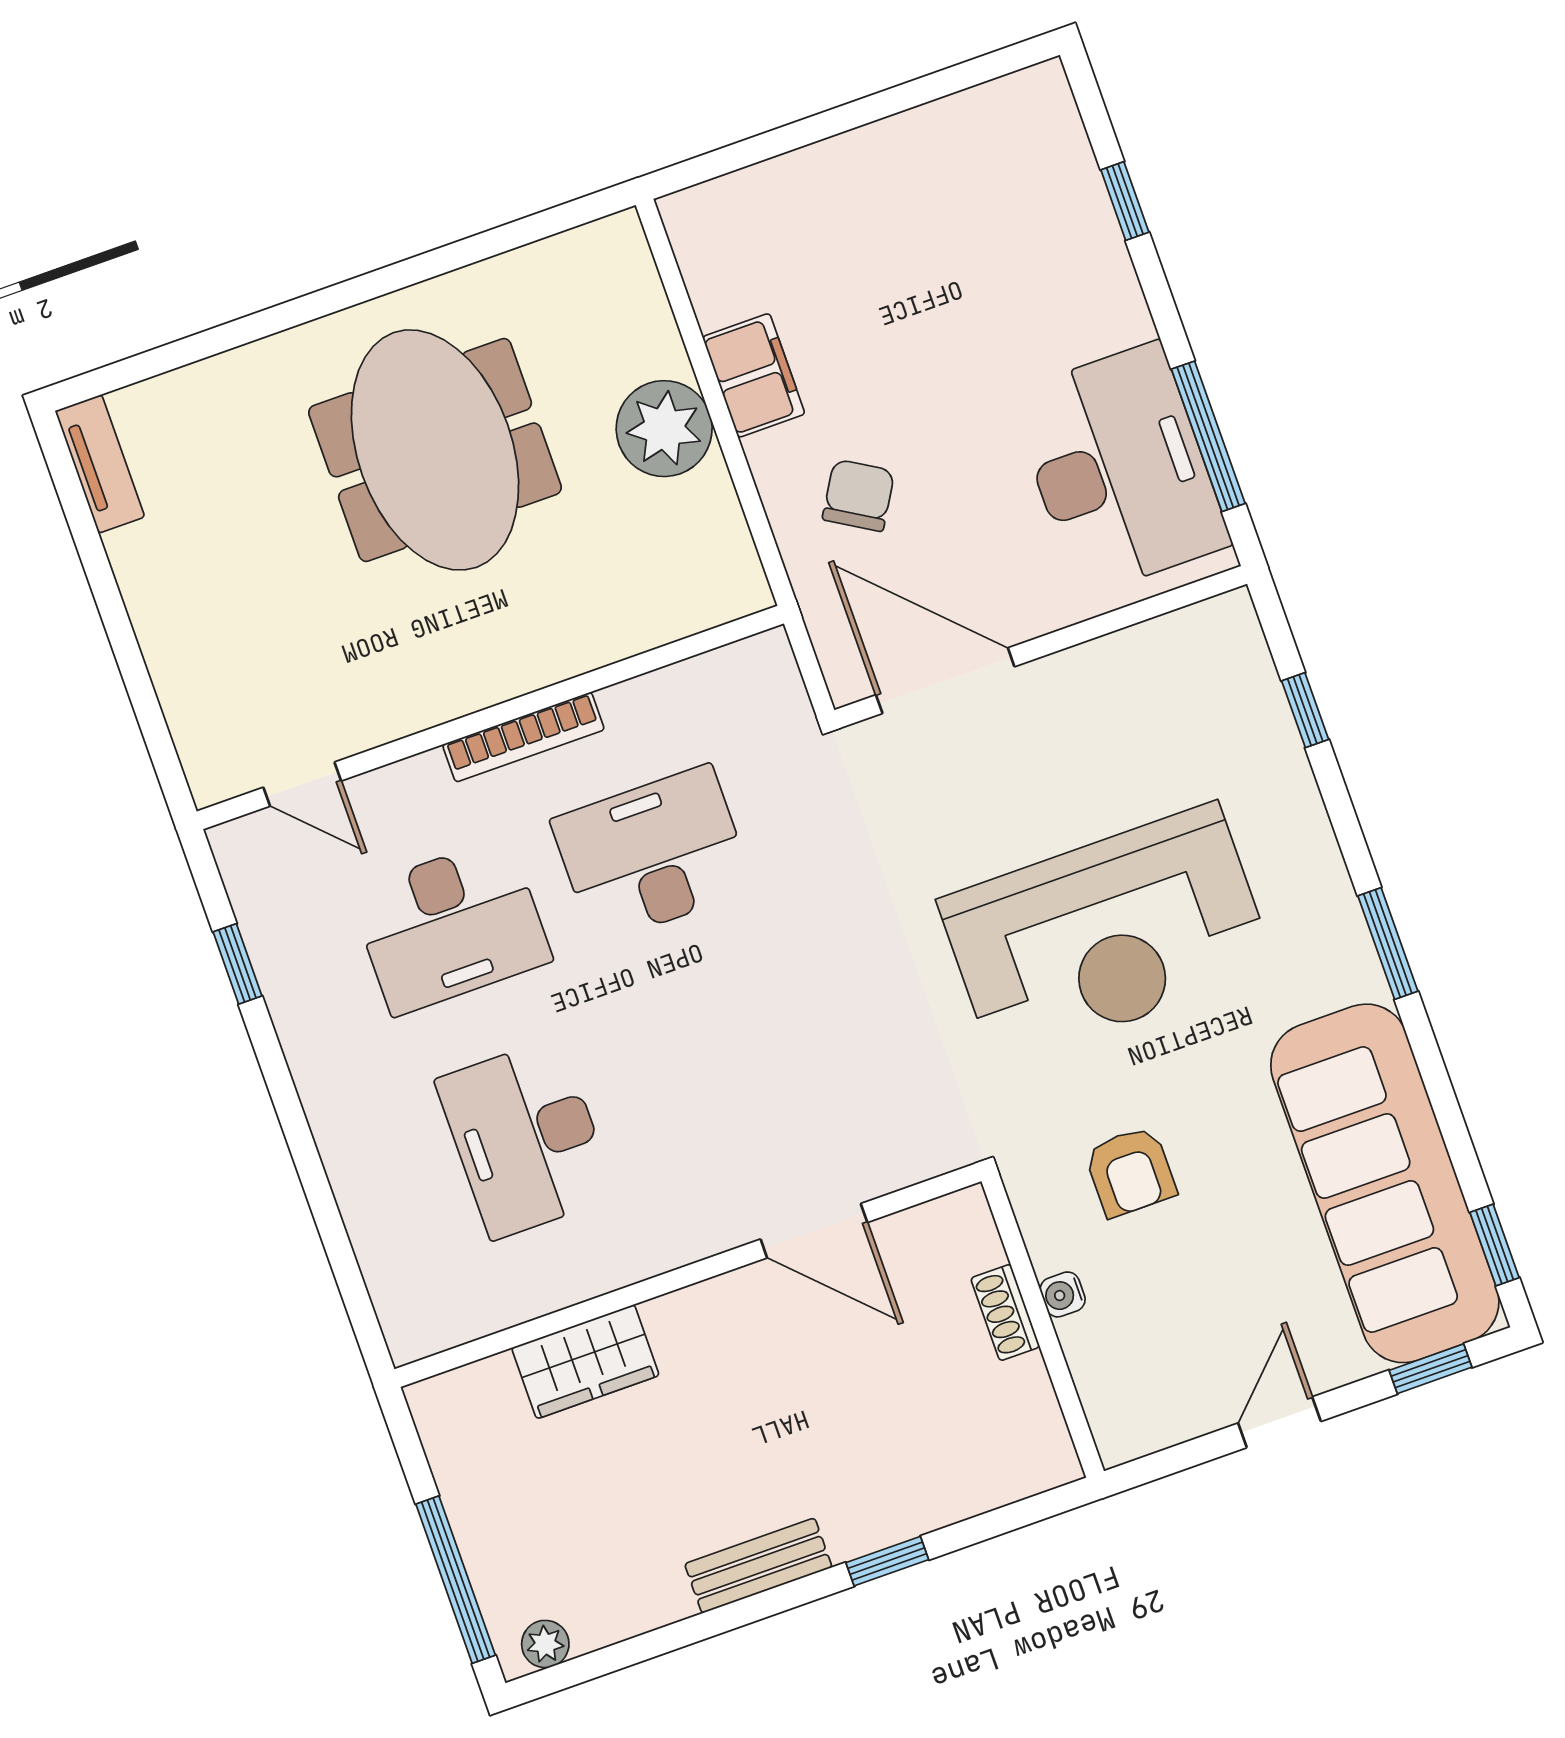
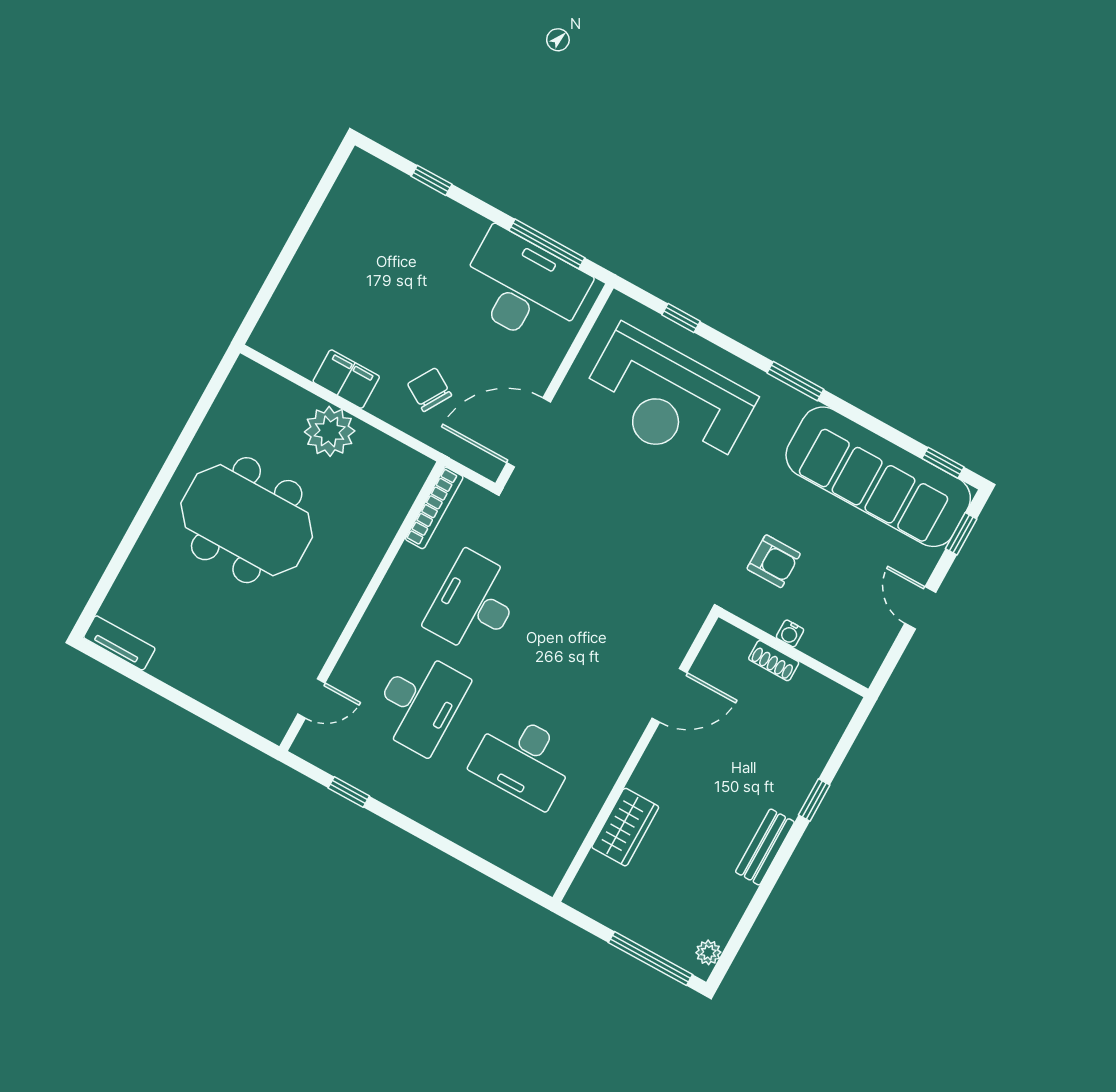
bookcase: (523, 737) -> (434, 508), moved
reception desk: (1106, 934) -> (668, 400), moved, turned 90

